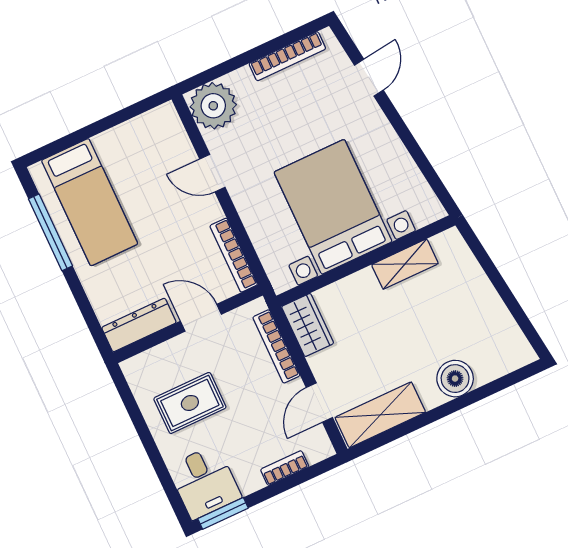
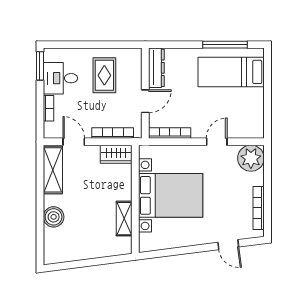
desk: (204, 482) -> (60, 78), moved

